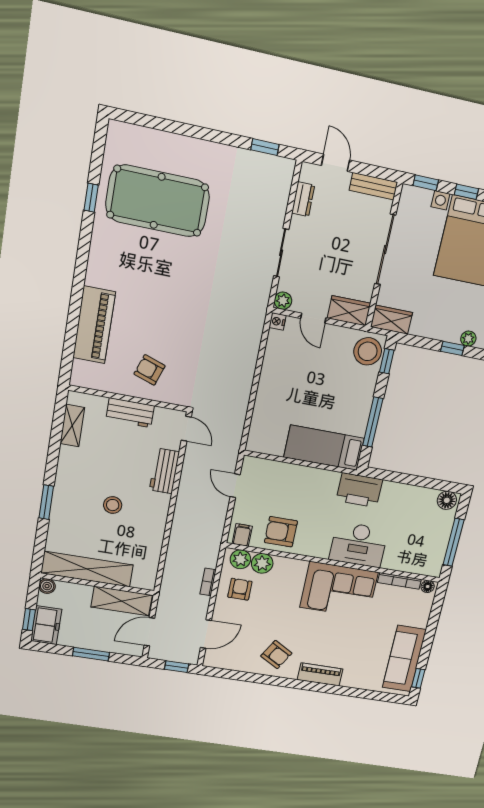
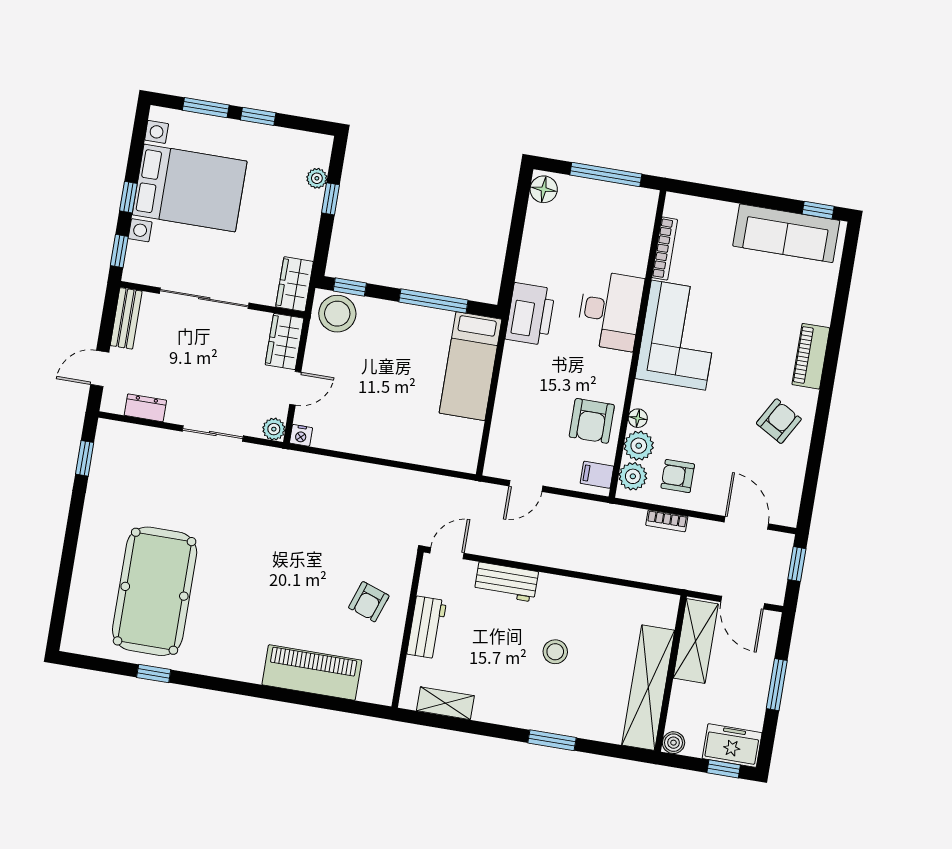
floor lamp: (428, 586) -> (638, 418), moved

